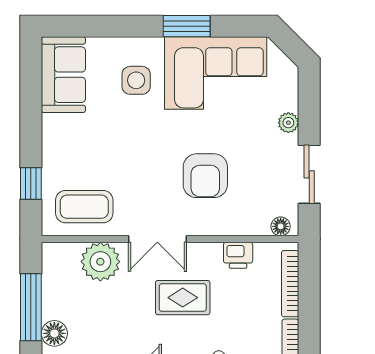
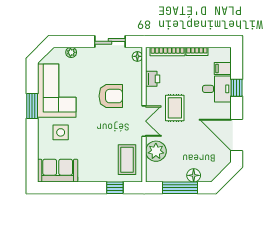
plant: (288, 123) -> (71, 52), moved

